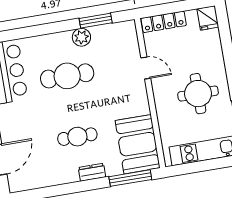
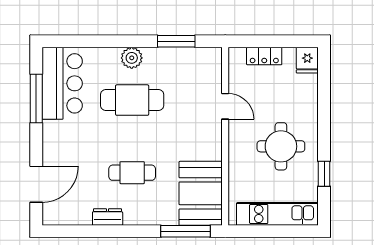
locker: (164, 22) -> (264, 56), width x0.66
plant: (81, 37) -> (132, 58), moved
dresser: (92, 172) -> (108, 217), moved

